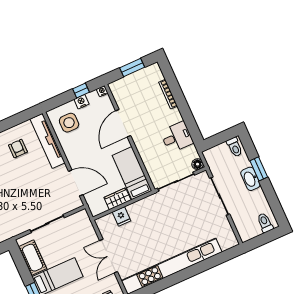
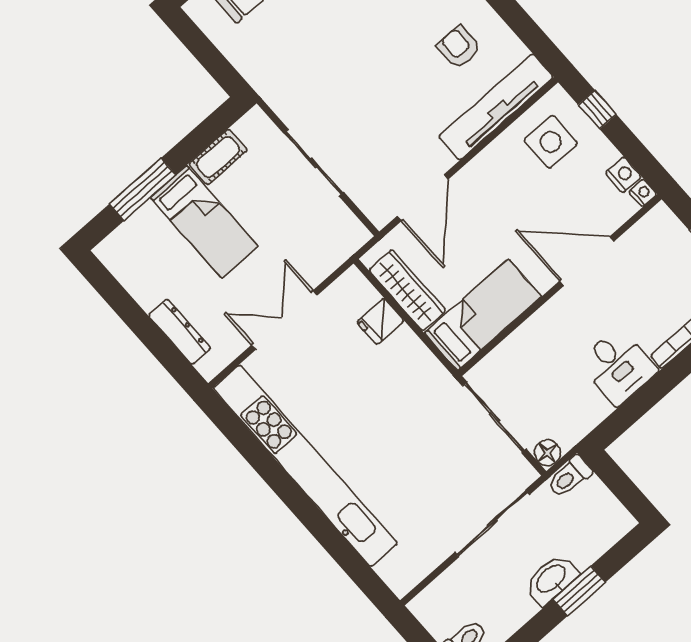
window: (81, 90) -> (597, 110), moved
nightstand: (81, 102) -> (623, 175), moved
desk: (177, 137) -> (618, 366), moved
toilet: (235, 147) -> (570, 477), moved
armchair: (18, 149) -> (459, 47), turned -90
wardrobe: (117, 199) -> (407, 290), width x1.50
cot: (33, 258) -> (218, 157), width x0.73, depth x0.75

